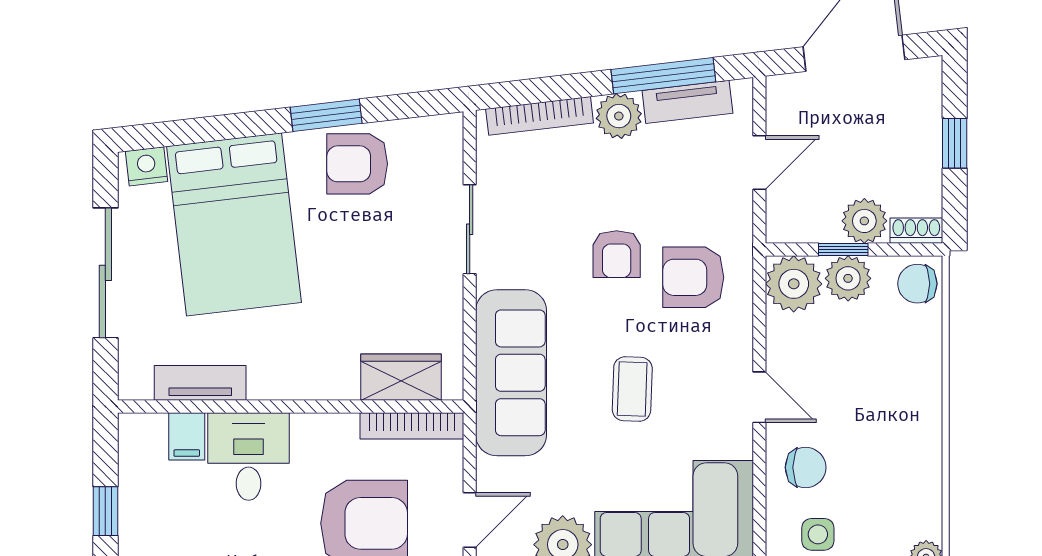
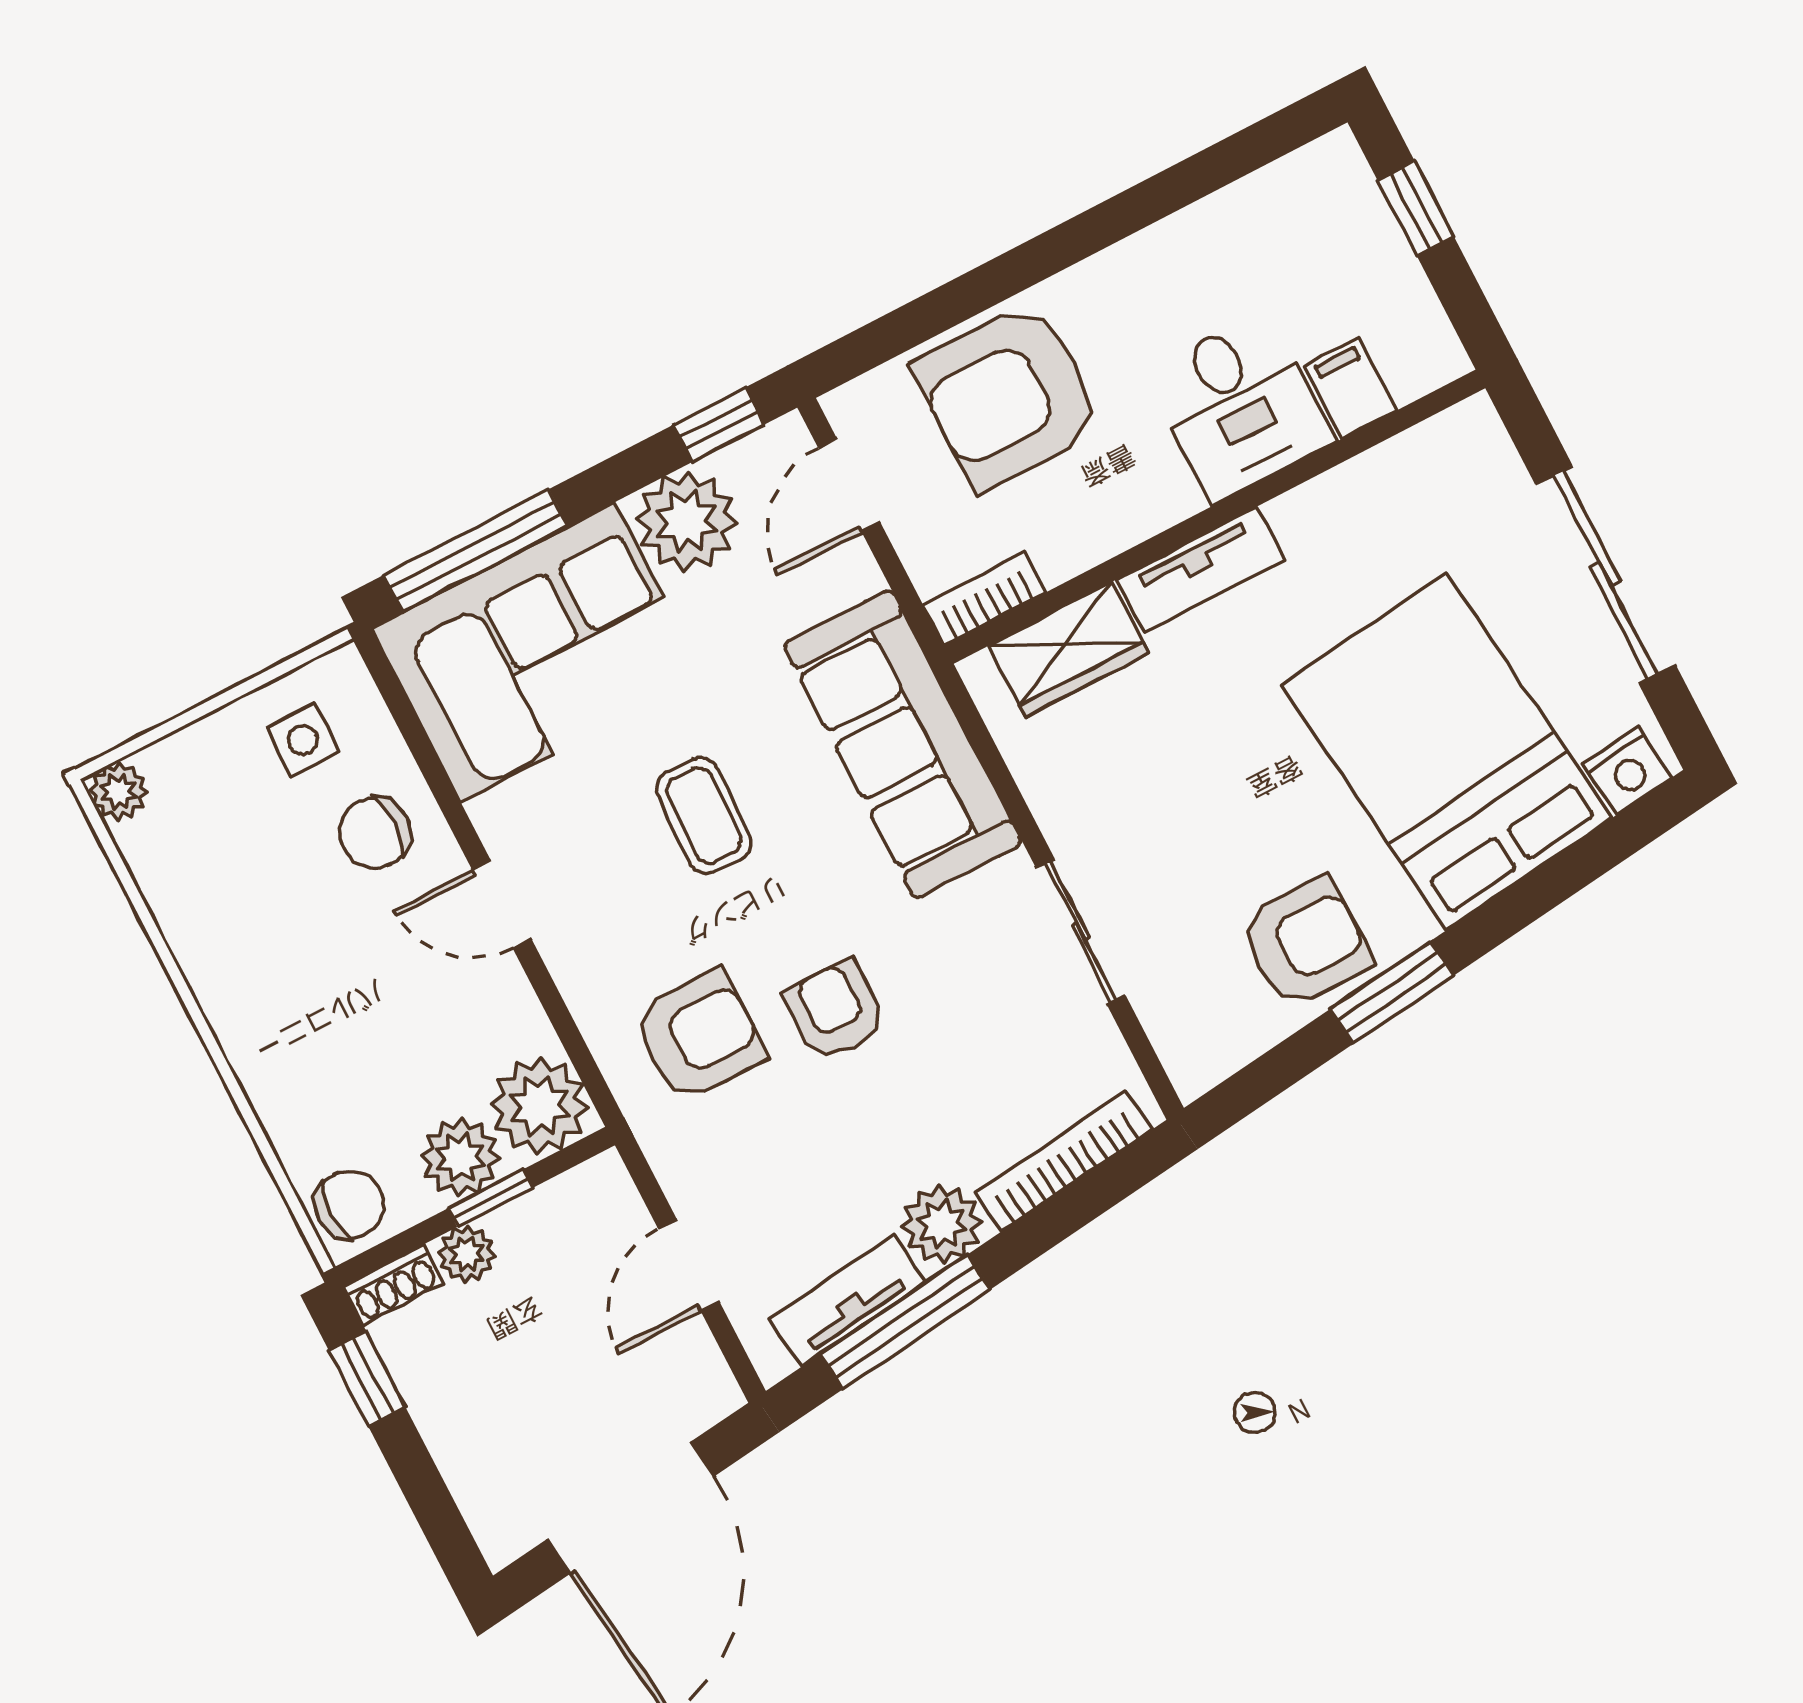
window: (955, 143) -> (367, 1378), moved
plant: (864, 221) -> (467, 1254), width x0.73, depth x0.73
tv unit: (200, 383) -> (1201, 570), moved
bookcase: (412, 426) -> (984, 598), width x0.64

